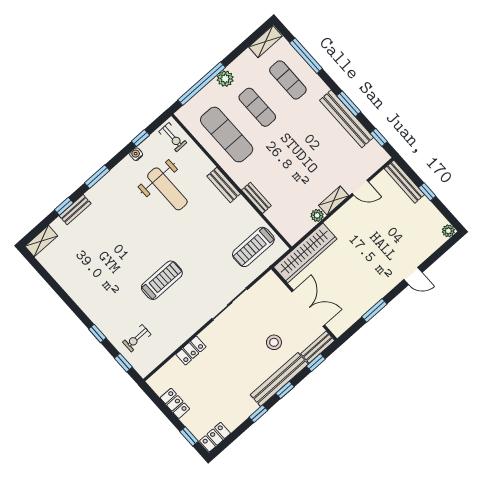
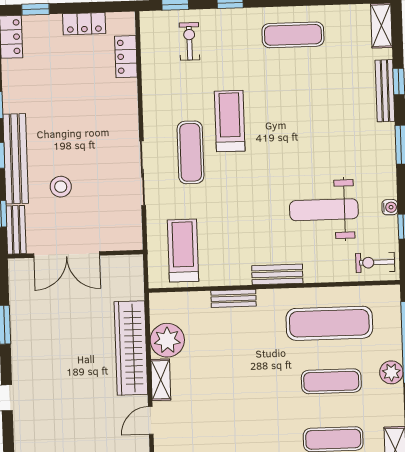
bench: (75, 210) -> (385, 91), width x1.36
plant: (317, 215) -> (167, 340), width x1.88, depth x1.88
wardrobe: (305, 253) -> (131, 348), moved
treadmill: (162, 280) -> (230, 121), turned 180
exercise mat: (86, 285) -> (293, 35), added
exercise mat: (197, 287) -> (191, 152), added
locker: (191, 350) -> (126, 57), moved

